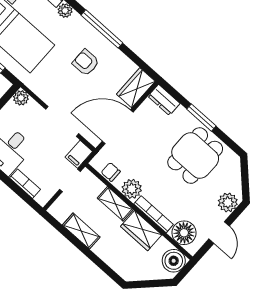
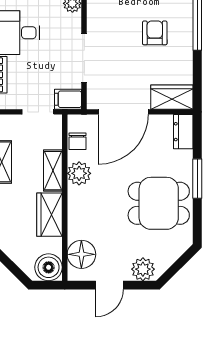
door: (118, 127) -> (123, 112), swing flipped
chair: (111, 172) -> (78, 141), turned 180
bookcase: (154, 214) -> (74, 213), removed

